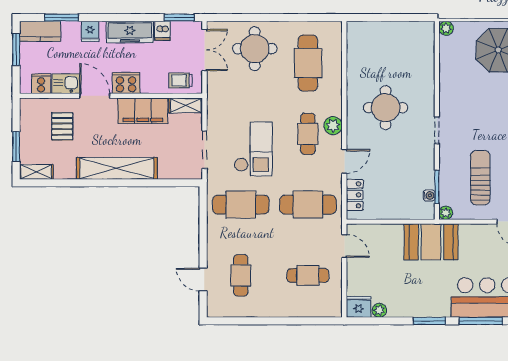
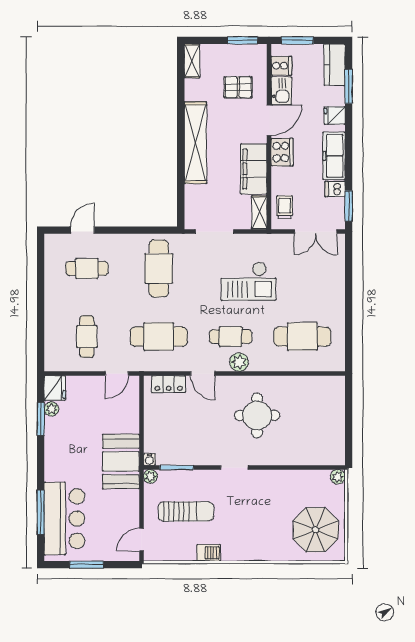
round table: (255, 49) -> (317, 283), removed
window: (16, 50) -> (297, 40), moved
window: (16, 146) -> (243, 40), moved
checkout: (253, 149) -> (248, 281), moved
water cooler: (429, 195) -> (149, 459), moved
cafe table: (308, 205) -> (159, 337), turned 90
window: (429, 321) -> (41, 419), moved

